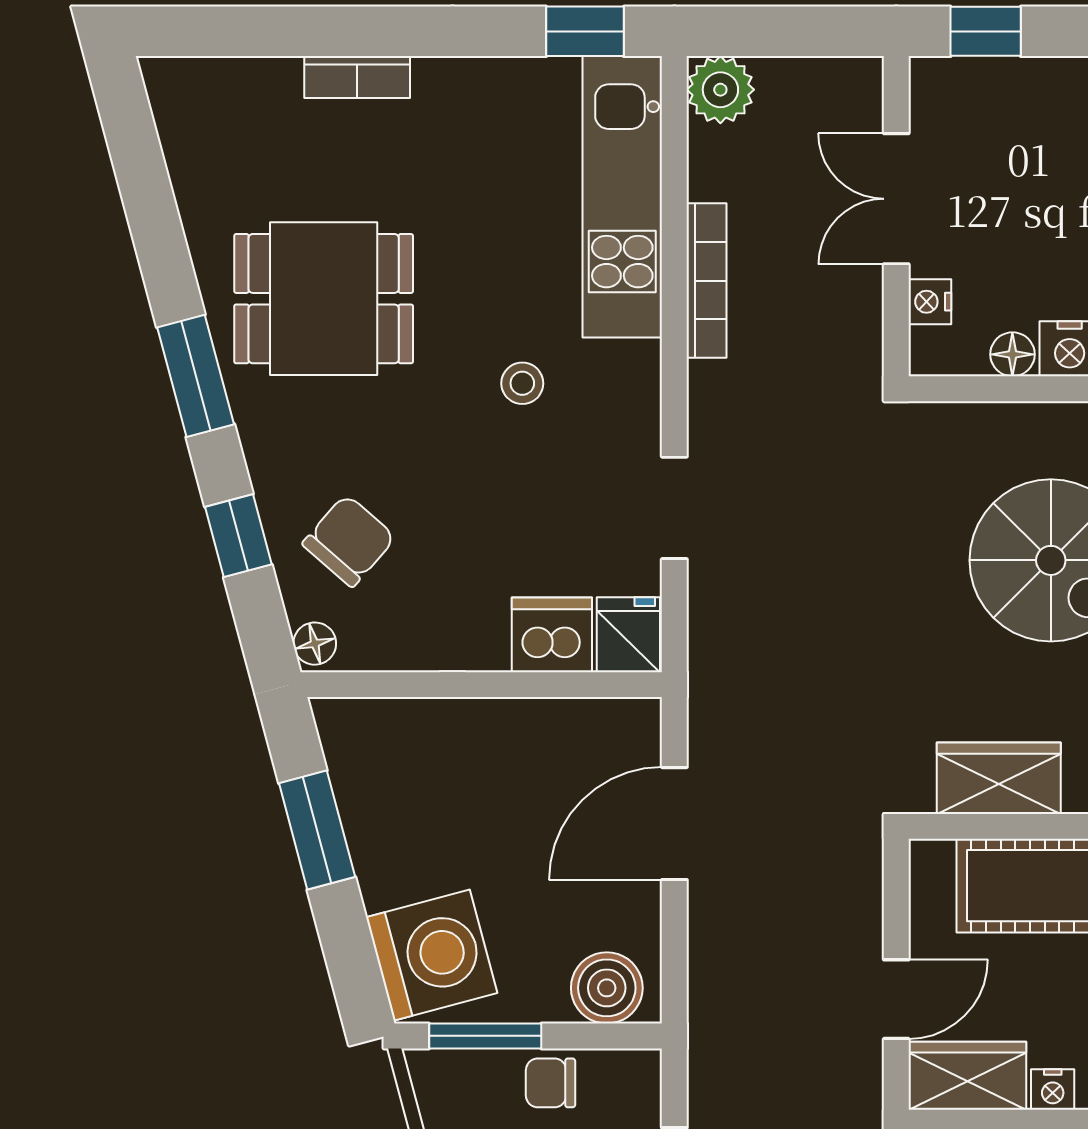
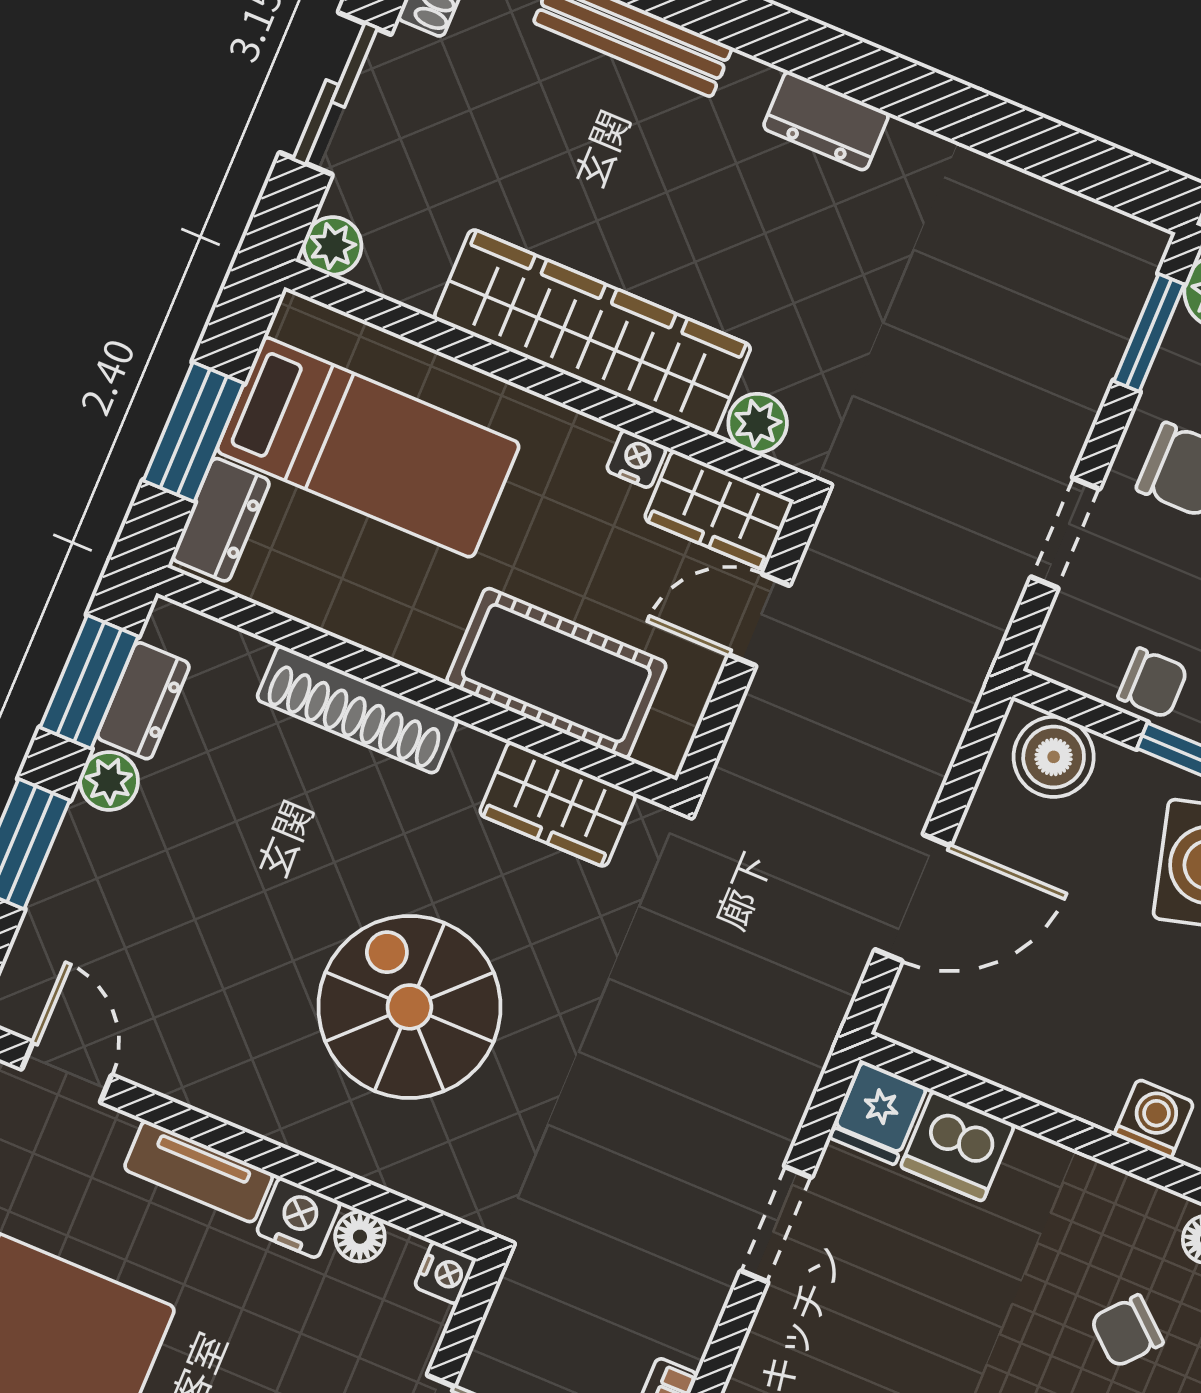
nightstand: (930, 302) -> (445, 1273), moved
chair: (349, 541) -> (1127, 1331), width x0.73, depth x0.73
washing machine: (399, 725) -> (1154, 1119), added

